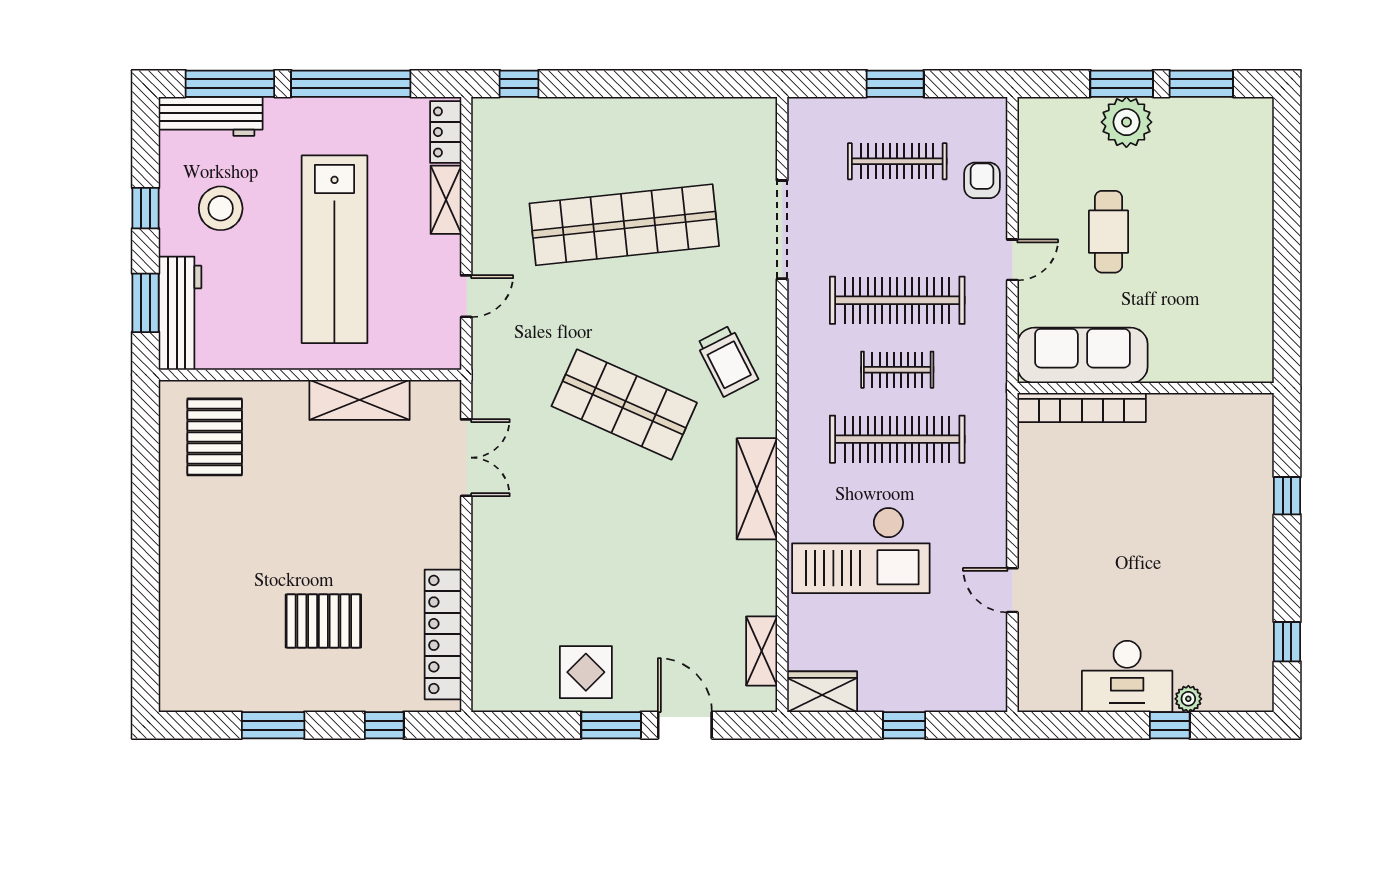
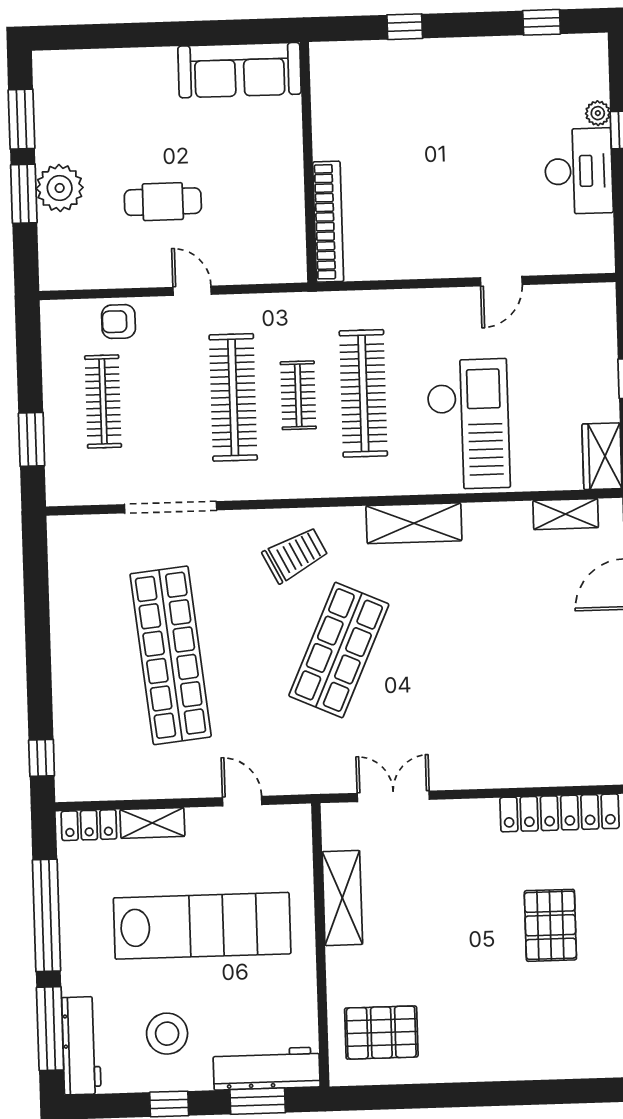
window: (895, 84) -> (32, 439), moved
sofa: (1082, 355) -> (240, 70), moved, turned -90
display table: (586, 672) -> (591, 678), removed

